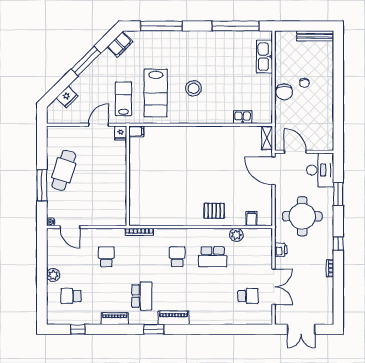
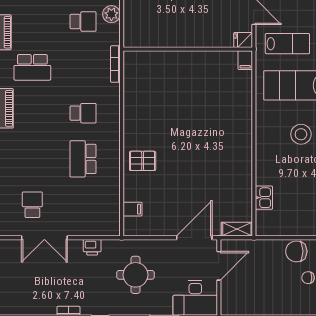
pallet: (214, 211) -> (143, 161), turned 90
round table: (302, 216) -> (135, 275), width x0.73, depth x0.73
plant: (236, 235) -> (111, 14), moved
school desk: (248, 296) -> (32, 205), turned 180

